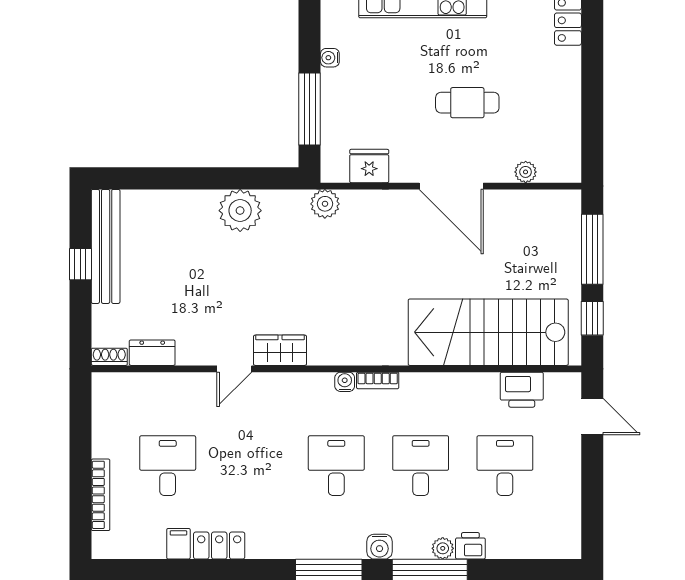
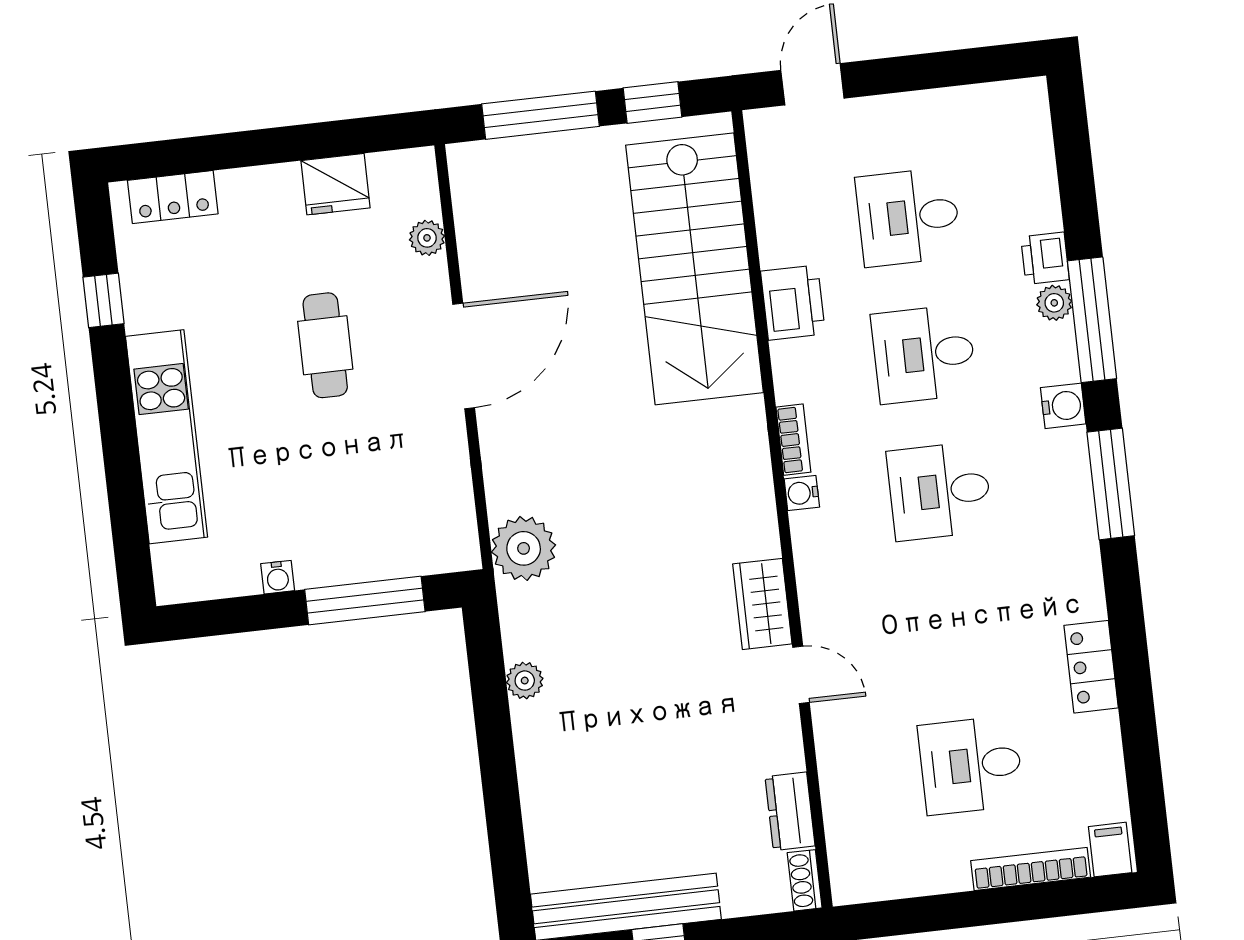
fridge: (369, 166) -> (336, 184), moved, turned -90
plant: (325, 204) -> (524, 548), width x1.36, depth x1.36
plant: (240, 211) -> (525, 681), width x0.53, depth x0.53
printer: (522, 390) -> (793, 303), moved
filing cabinet: (178, 544) -> (1110, 850), moved, turned 90

